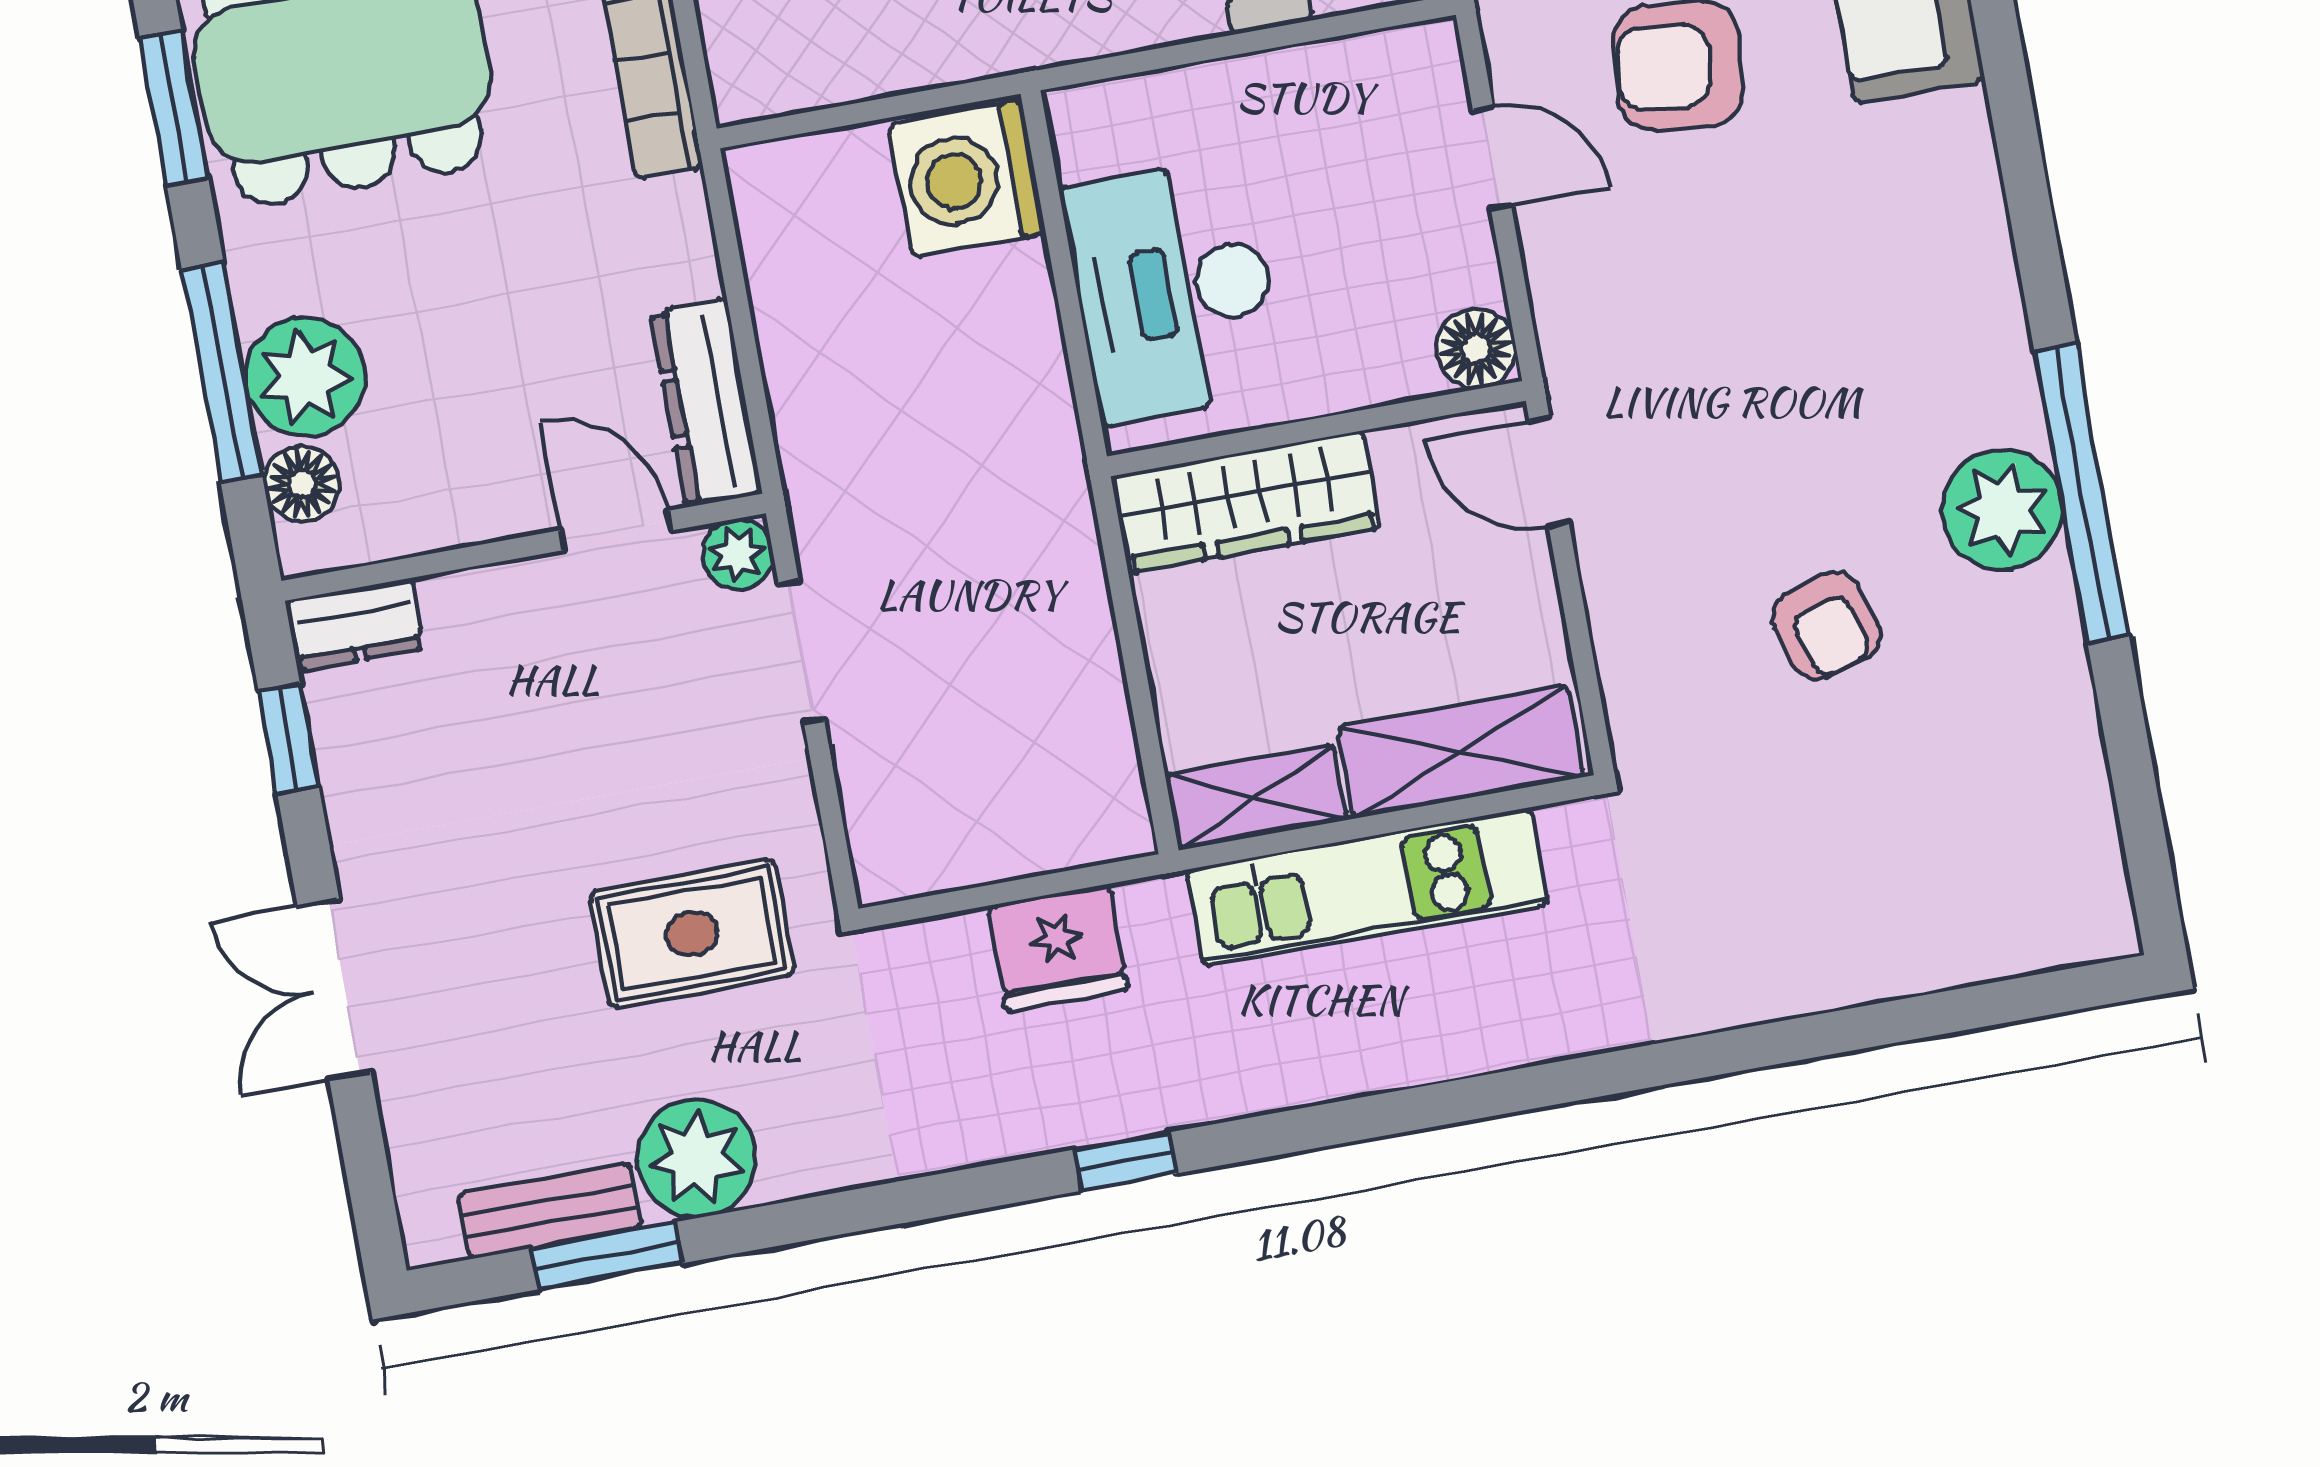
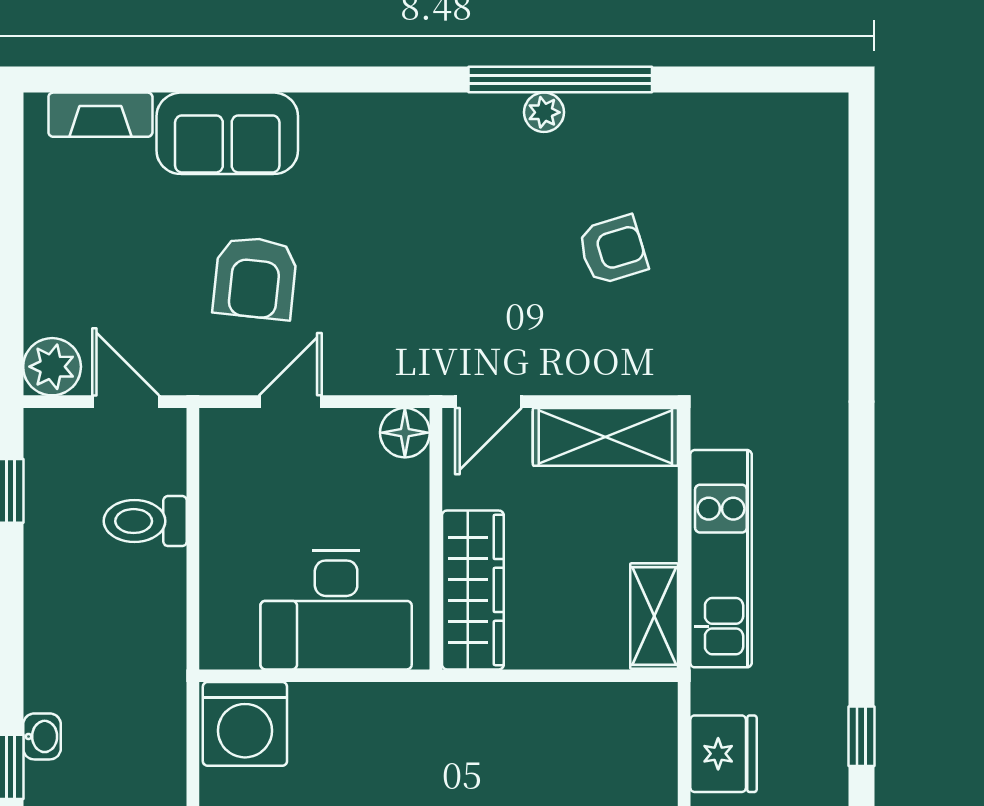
plant: (2002, 510) -> (544, 112), width x0.53, depth x0.53
shelving: (1461, 752) -> (605, 437), moved, turned 90

